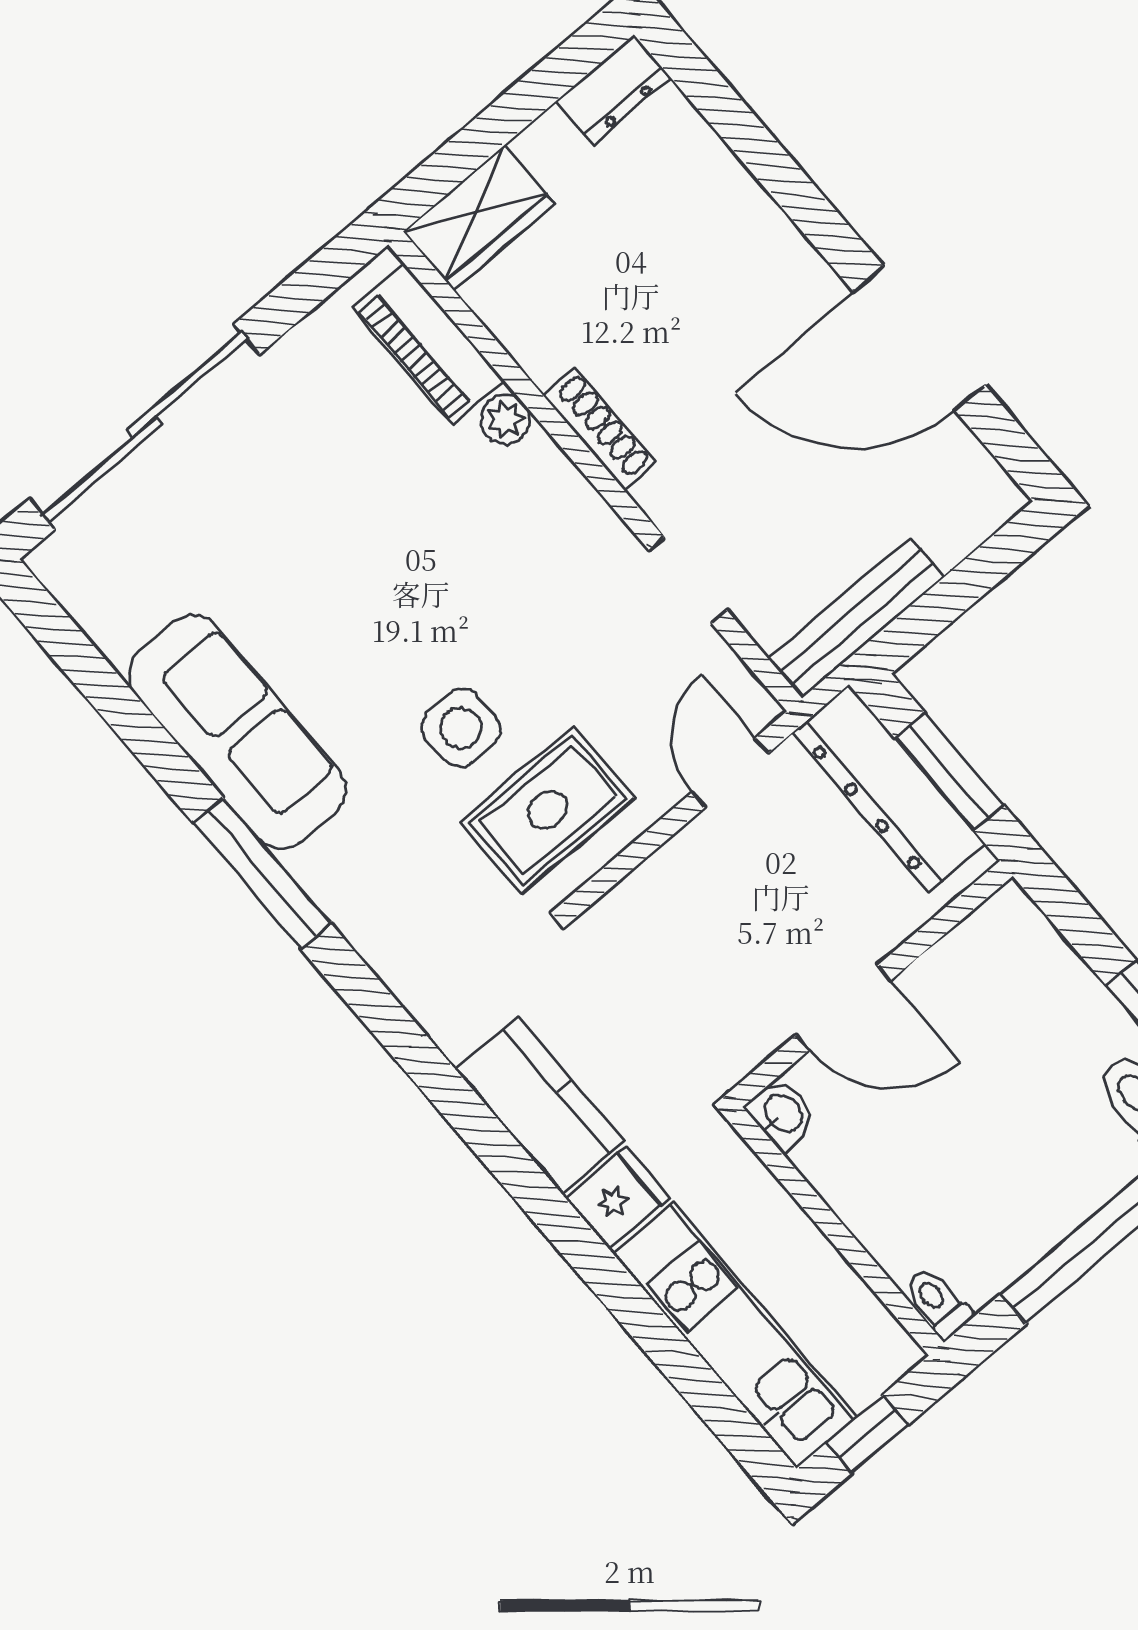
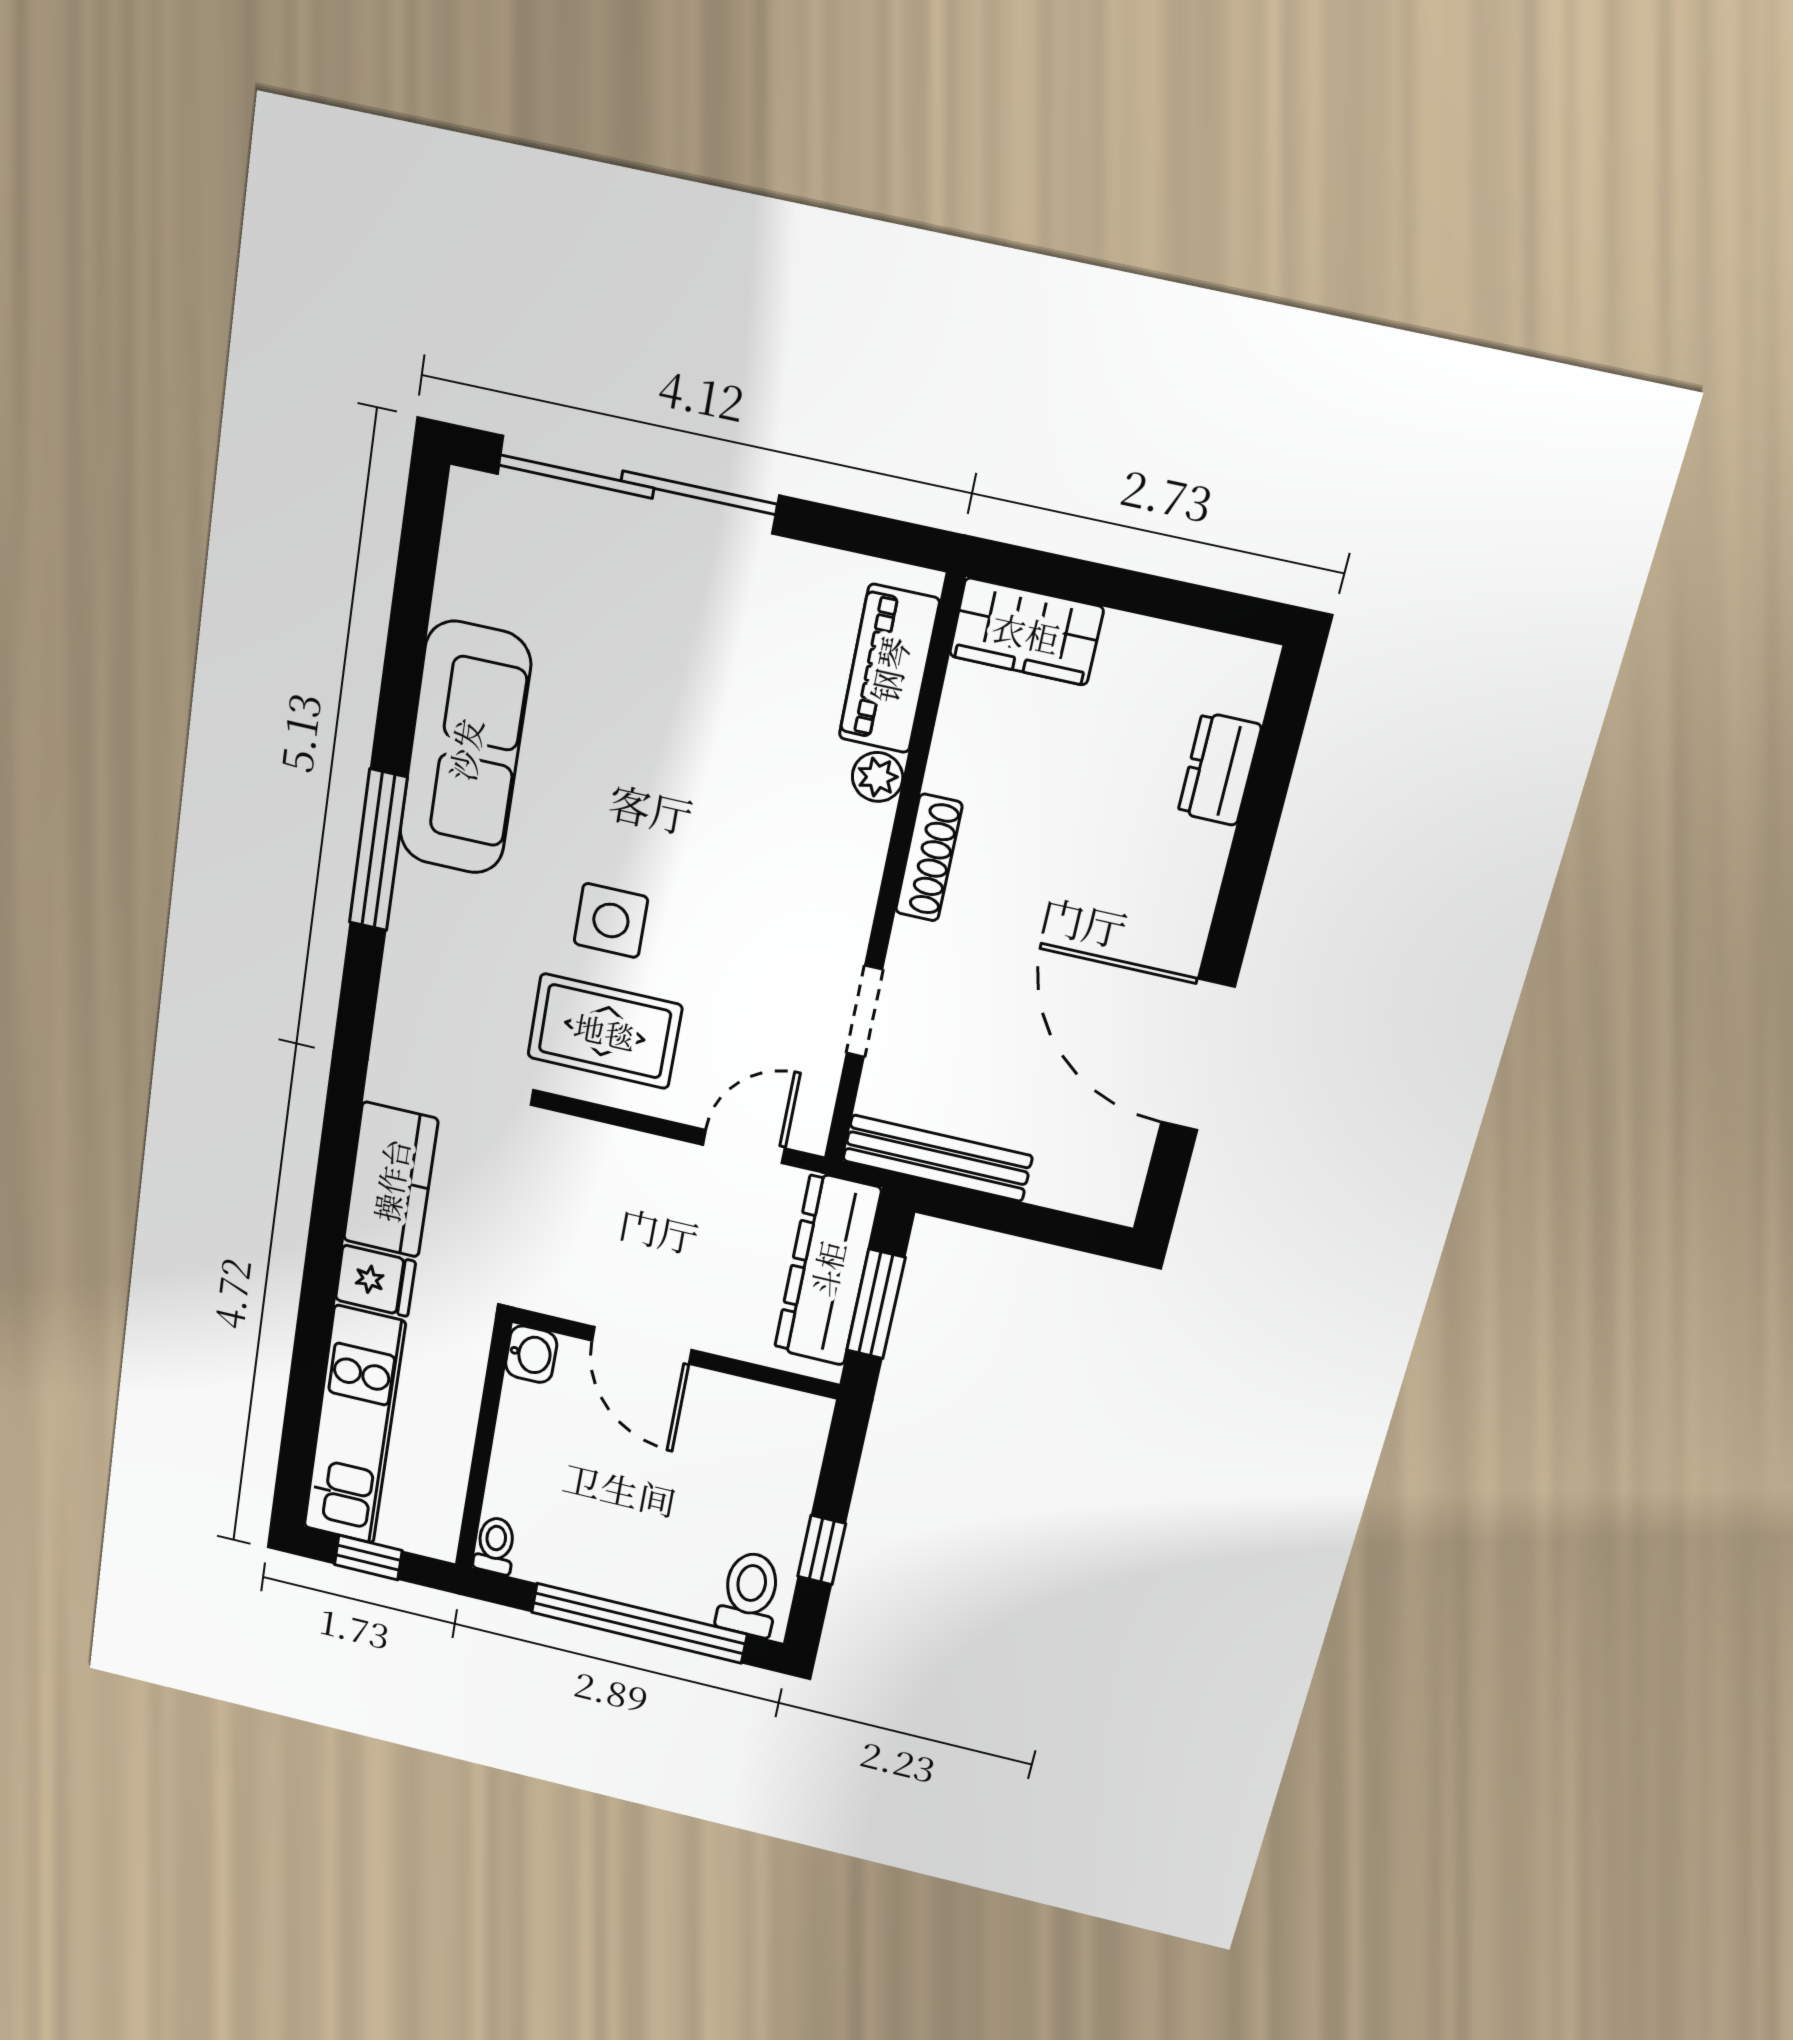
dresser: (614, 89) -> (1220, 769), moved, turned 90

